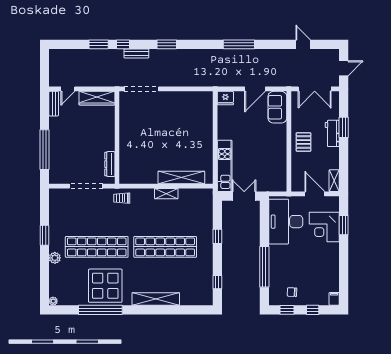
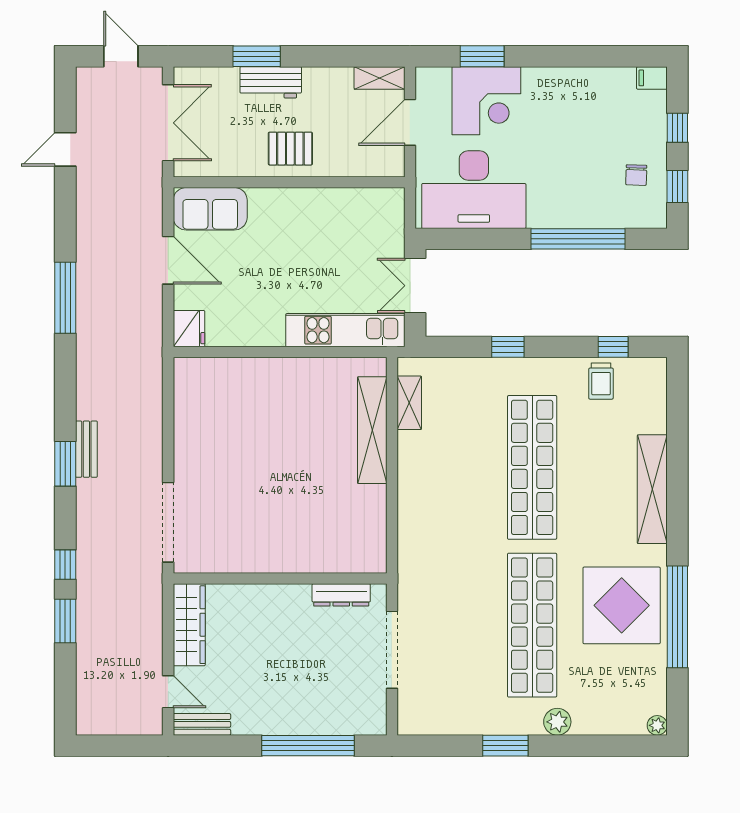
bench: (136, 53) -> (86, 449), moved
shelving: (166, 194) -> (409, 403), moved
trolley: (122, 198) -> (601, 381), moved

